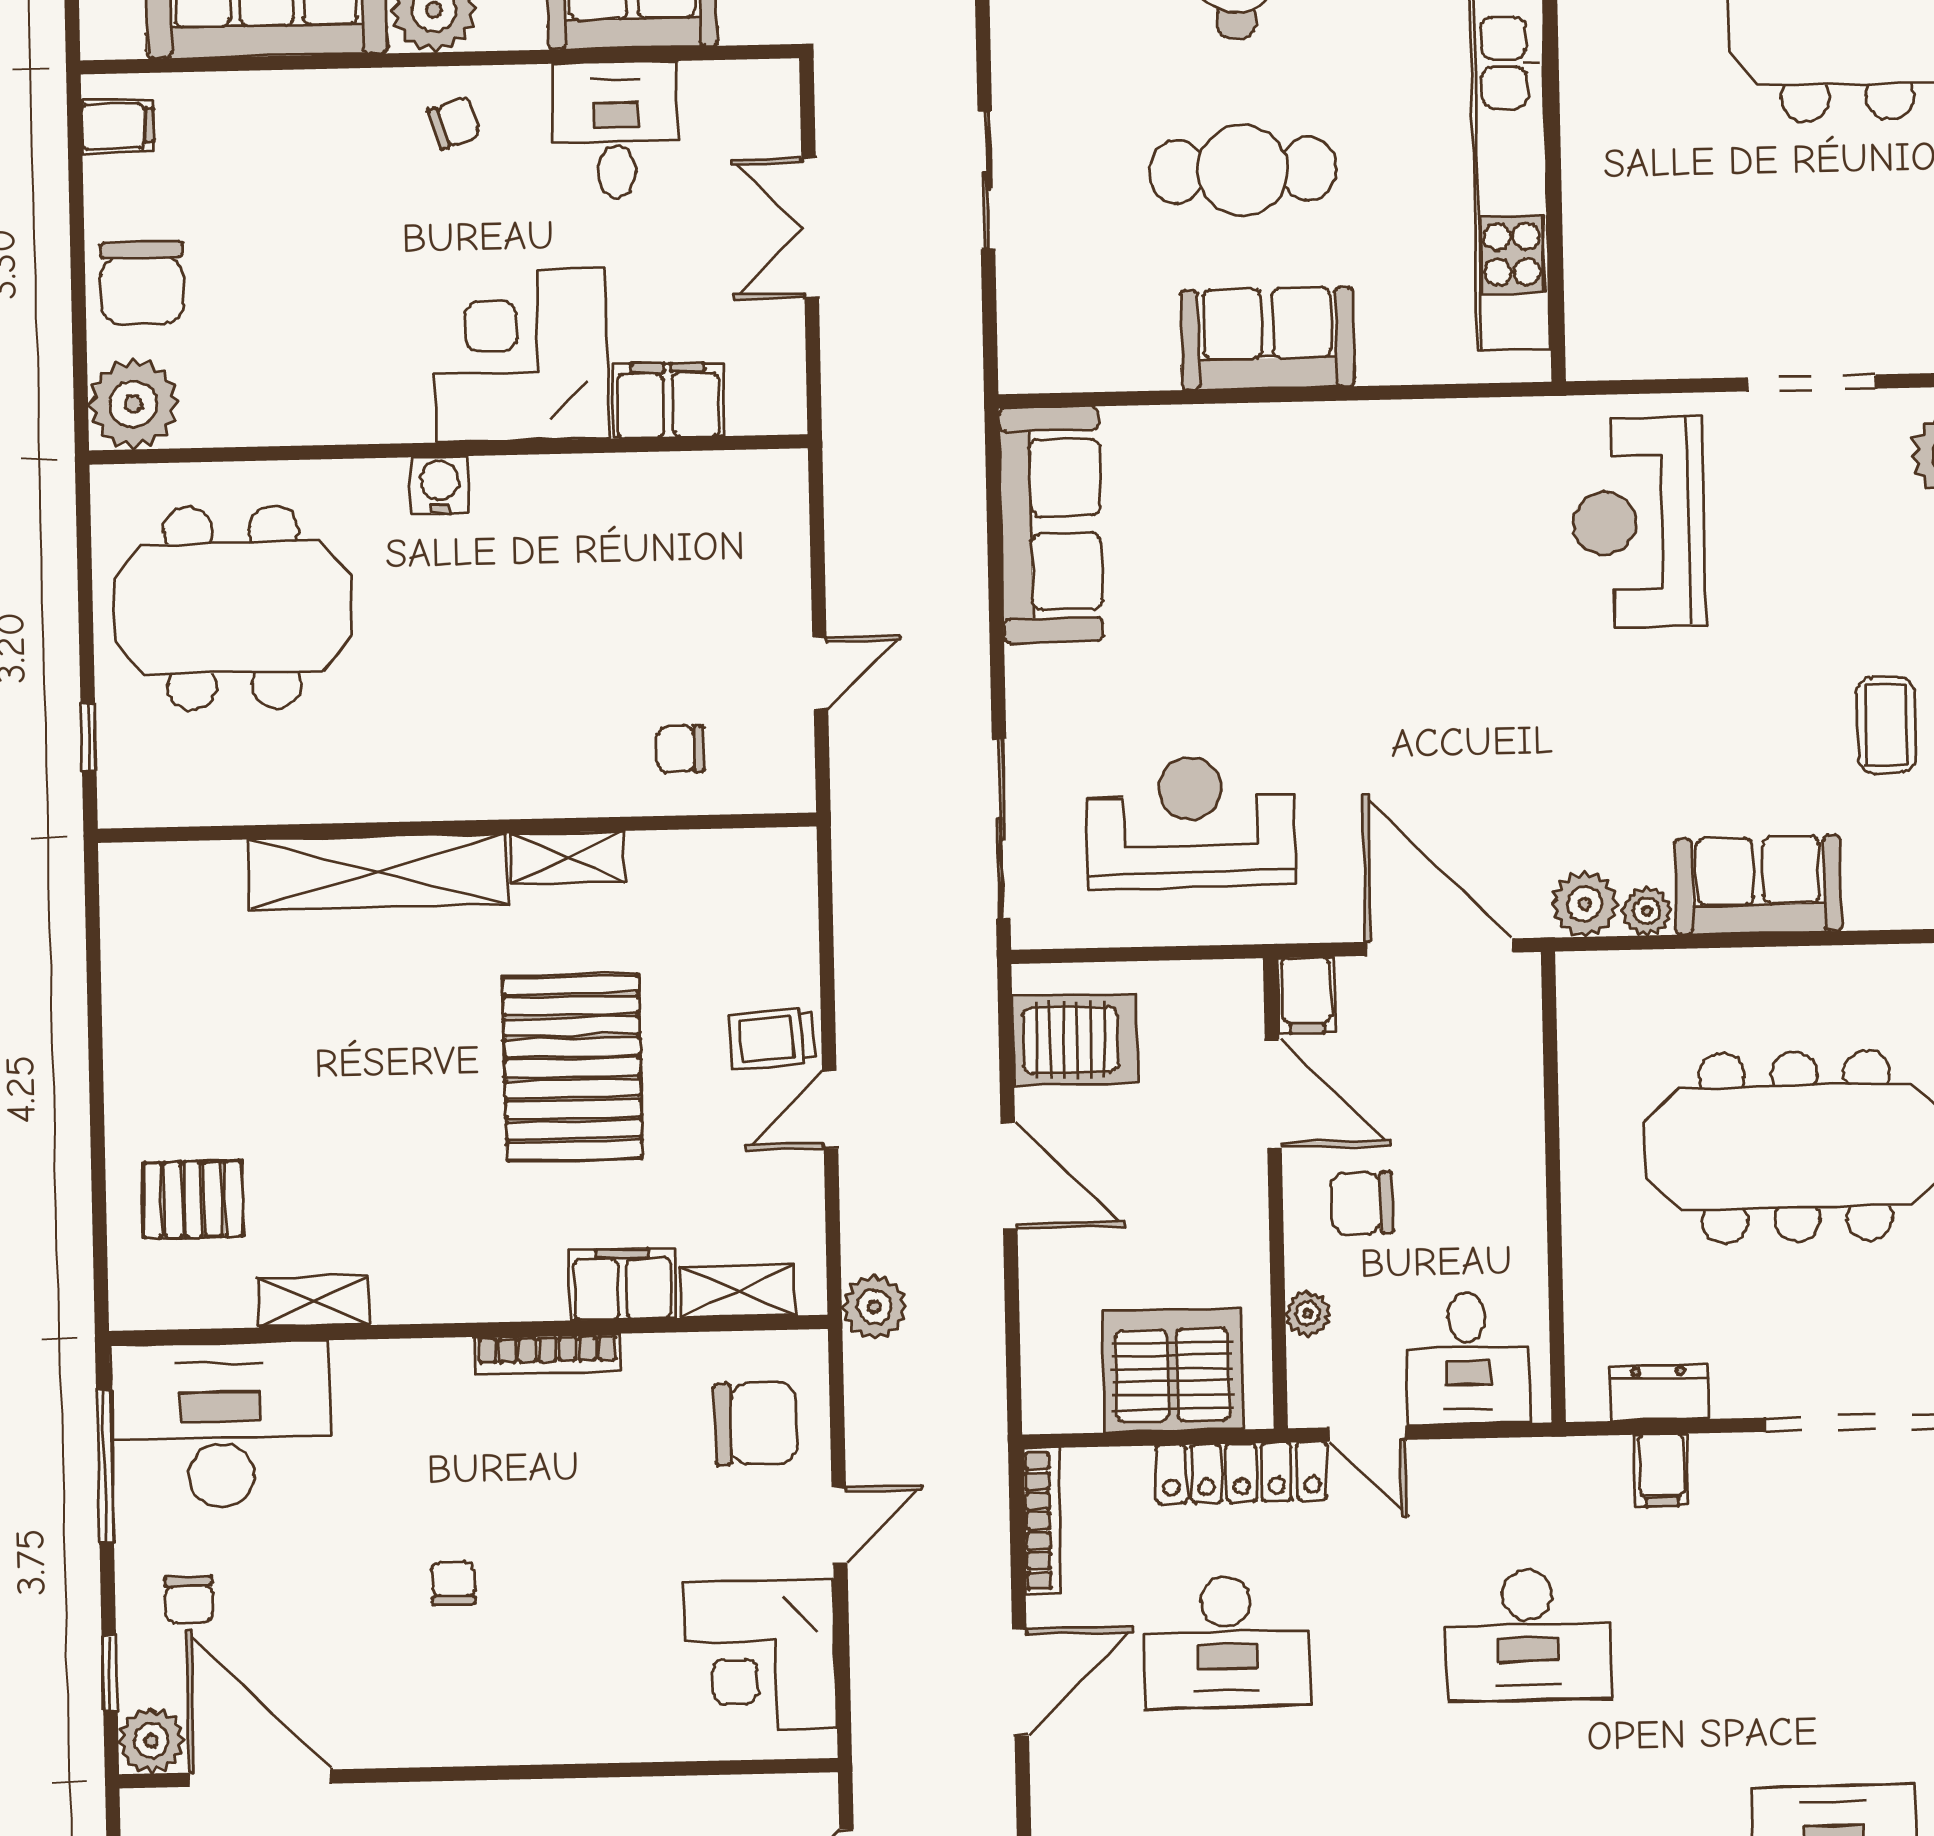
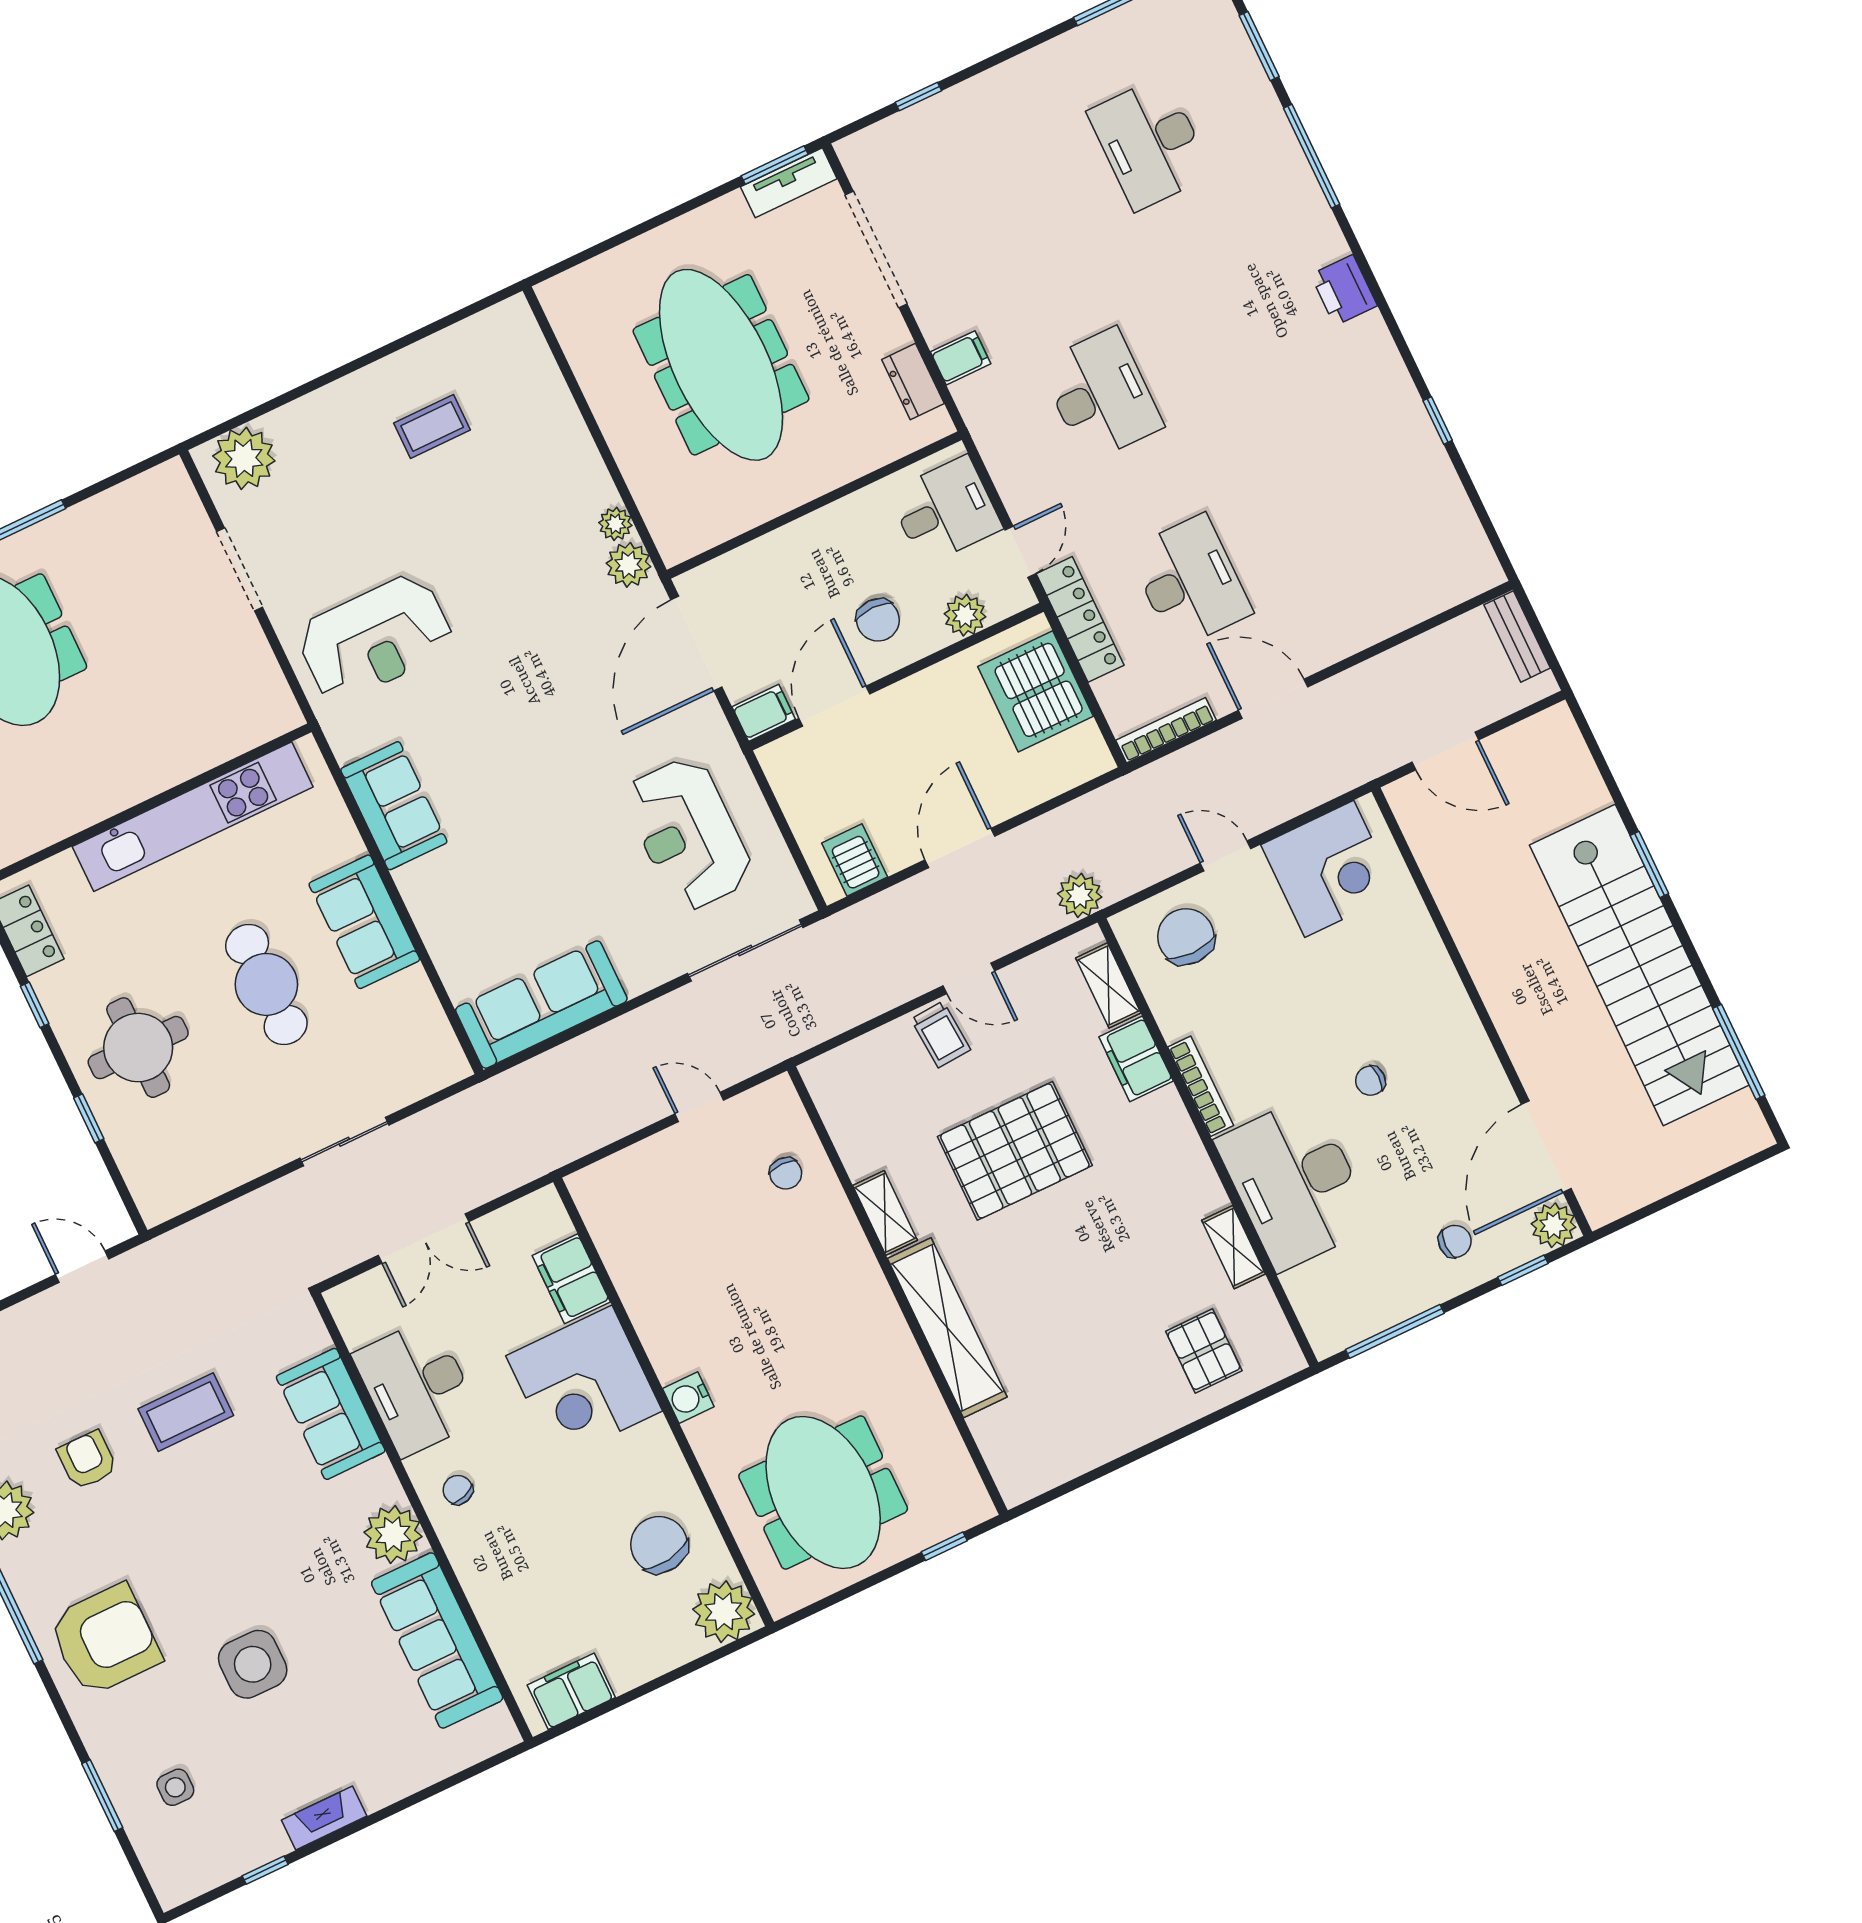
filing cabinet: (118, 126) -> (571, 1691), width x2.00
desk: (616, 130) -> (417, 1387), width x1.37
chair: (142, 283) -> (659, 1545), moved, turned -99
sofa: (1758, 885) -> (394, 806), moved, turned 180
server rack: (1075, 1040) -> (855, 860), width x0.73, depth x0.70
plant: (1308, 1314) -> (965, 615), width x1.38, depth x1.38
desk: (221, 1425) -> (1295, 1183), moved

